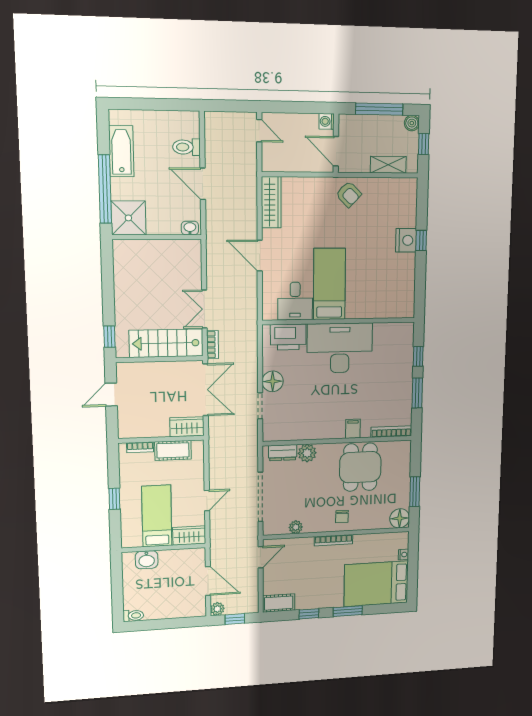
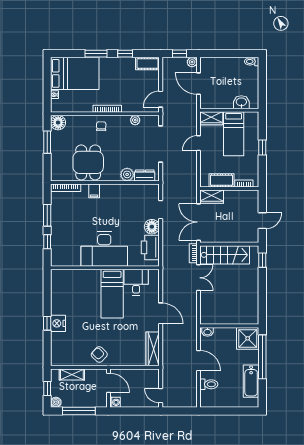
printer: (288, 337) -> (150, 247), moved, turned -90

